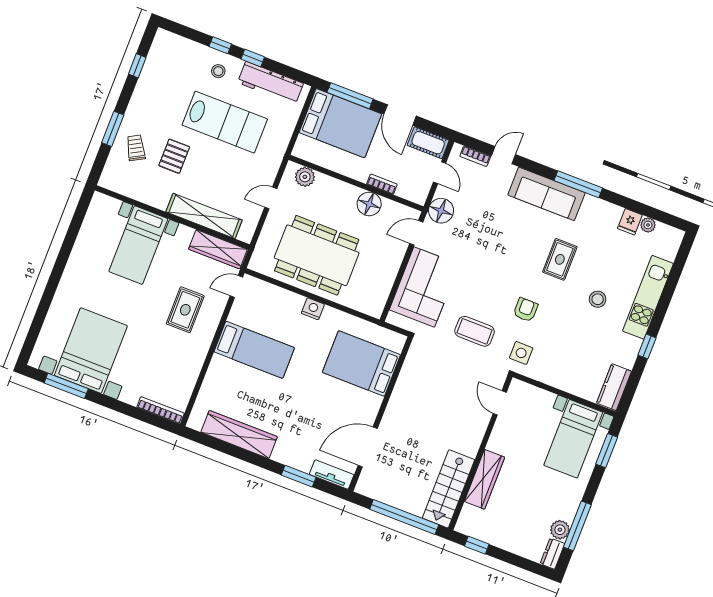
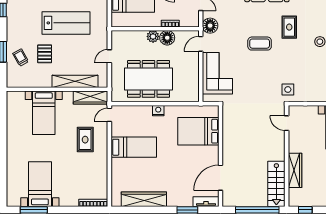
plant: (305, 177) -> (153, 36), moved
armchair: (526, 310) -> (281, 64), removed
coffee table: (475, 331) -> (260, 44), moved
bed with nightstands: (91, 351) -> (40, 184), width x0.73

